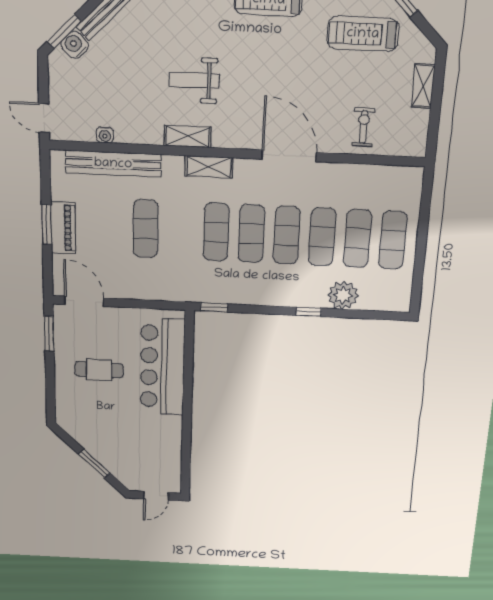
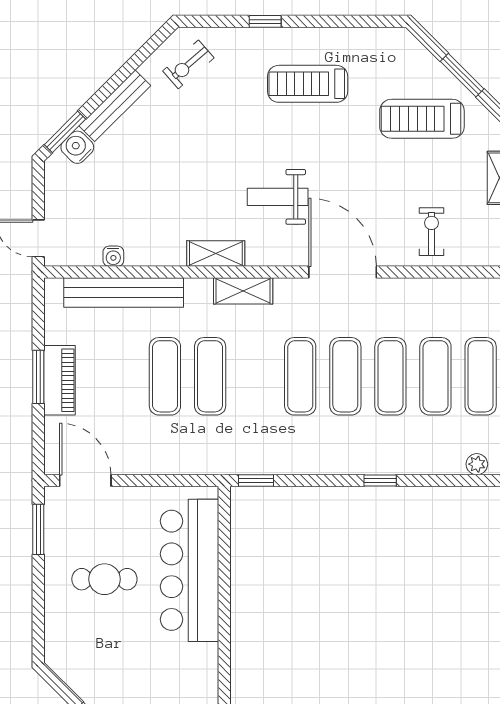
weight bench: (194, 80) -> (278, 197), moved
exercise mat: (216, 232) -> (210, 376), moved
plant: (343, 295) -> (477, 464), moved, width x0.53, depth x0.53

